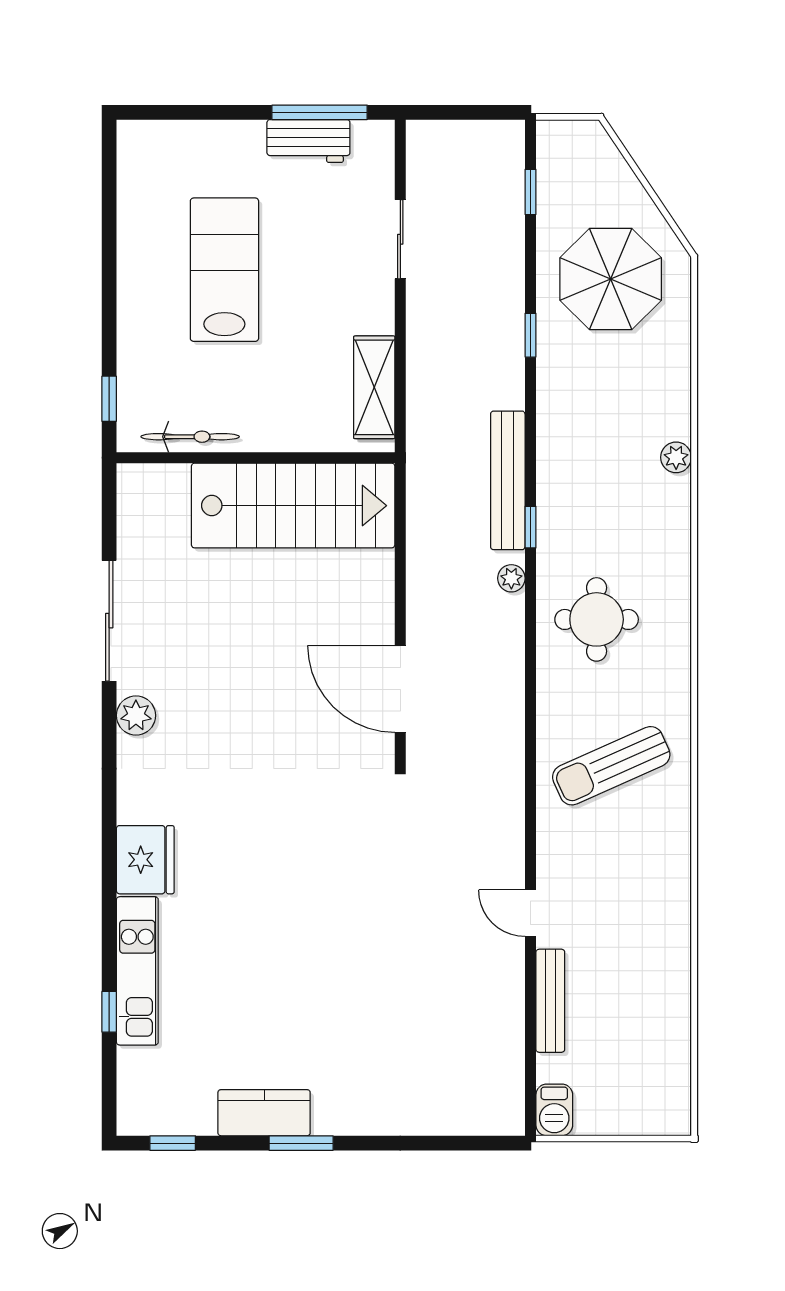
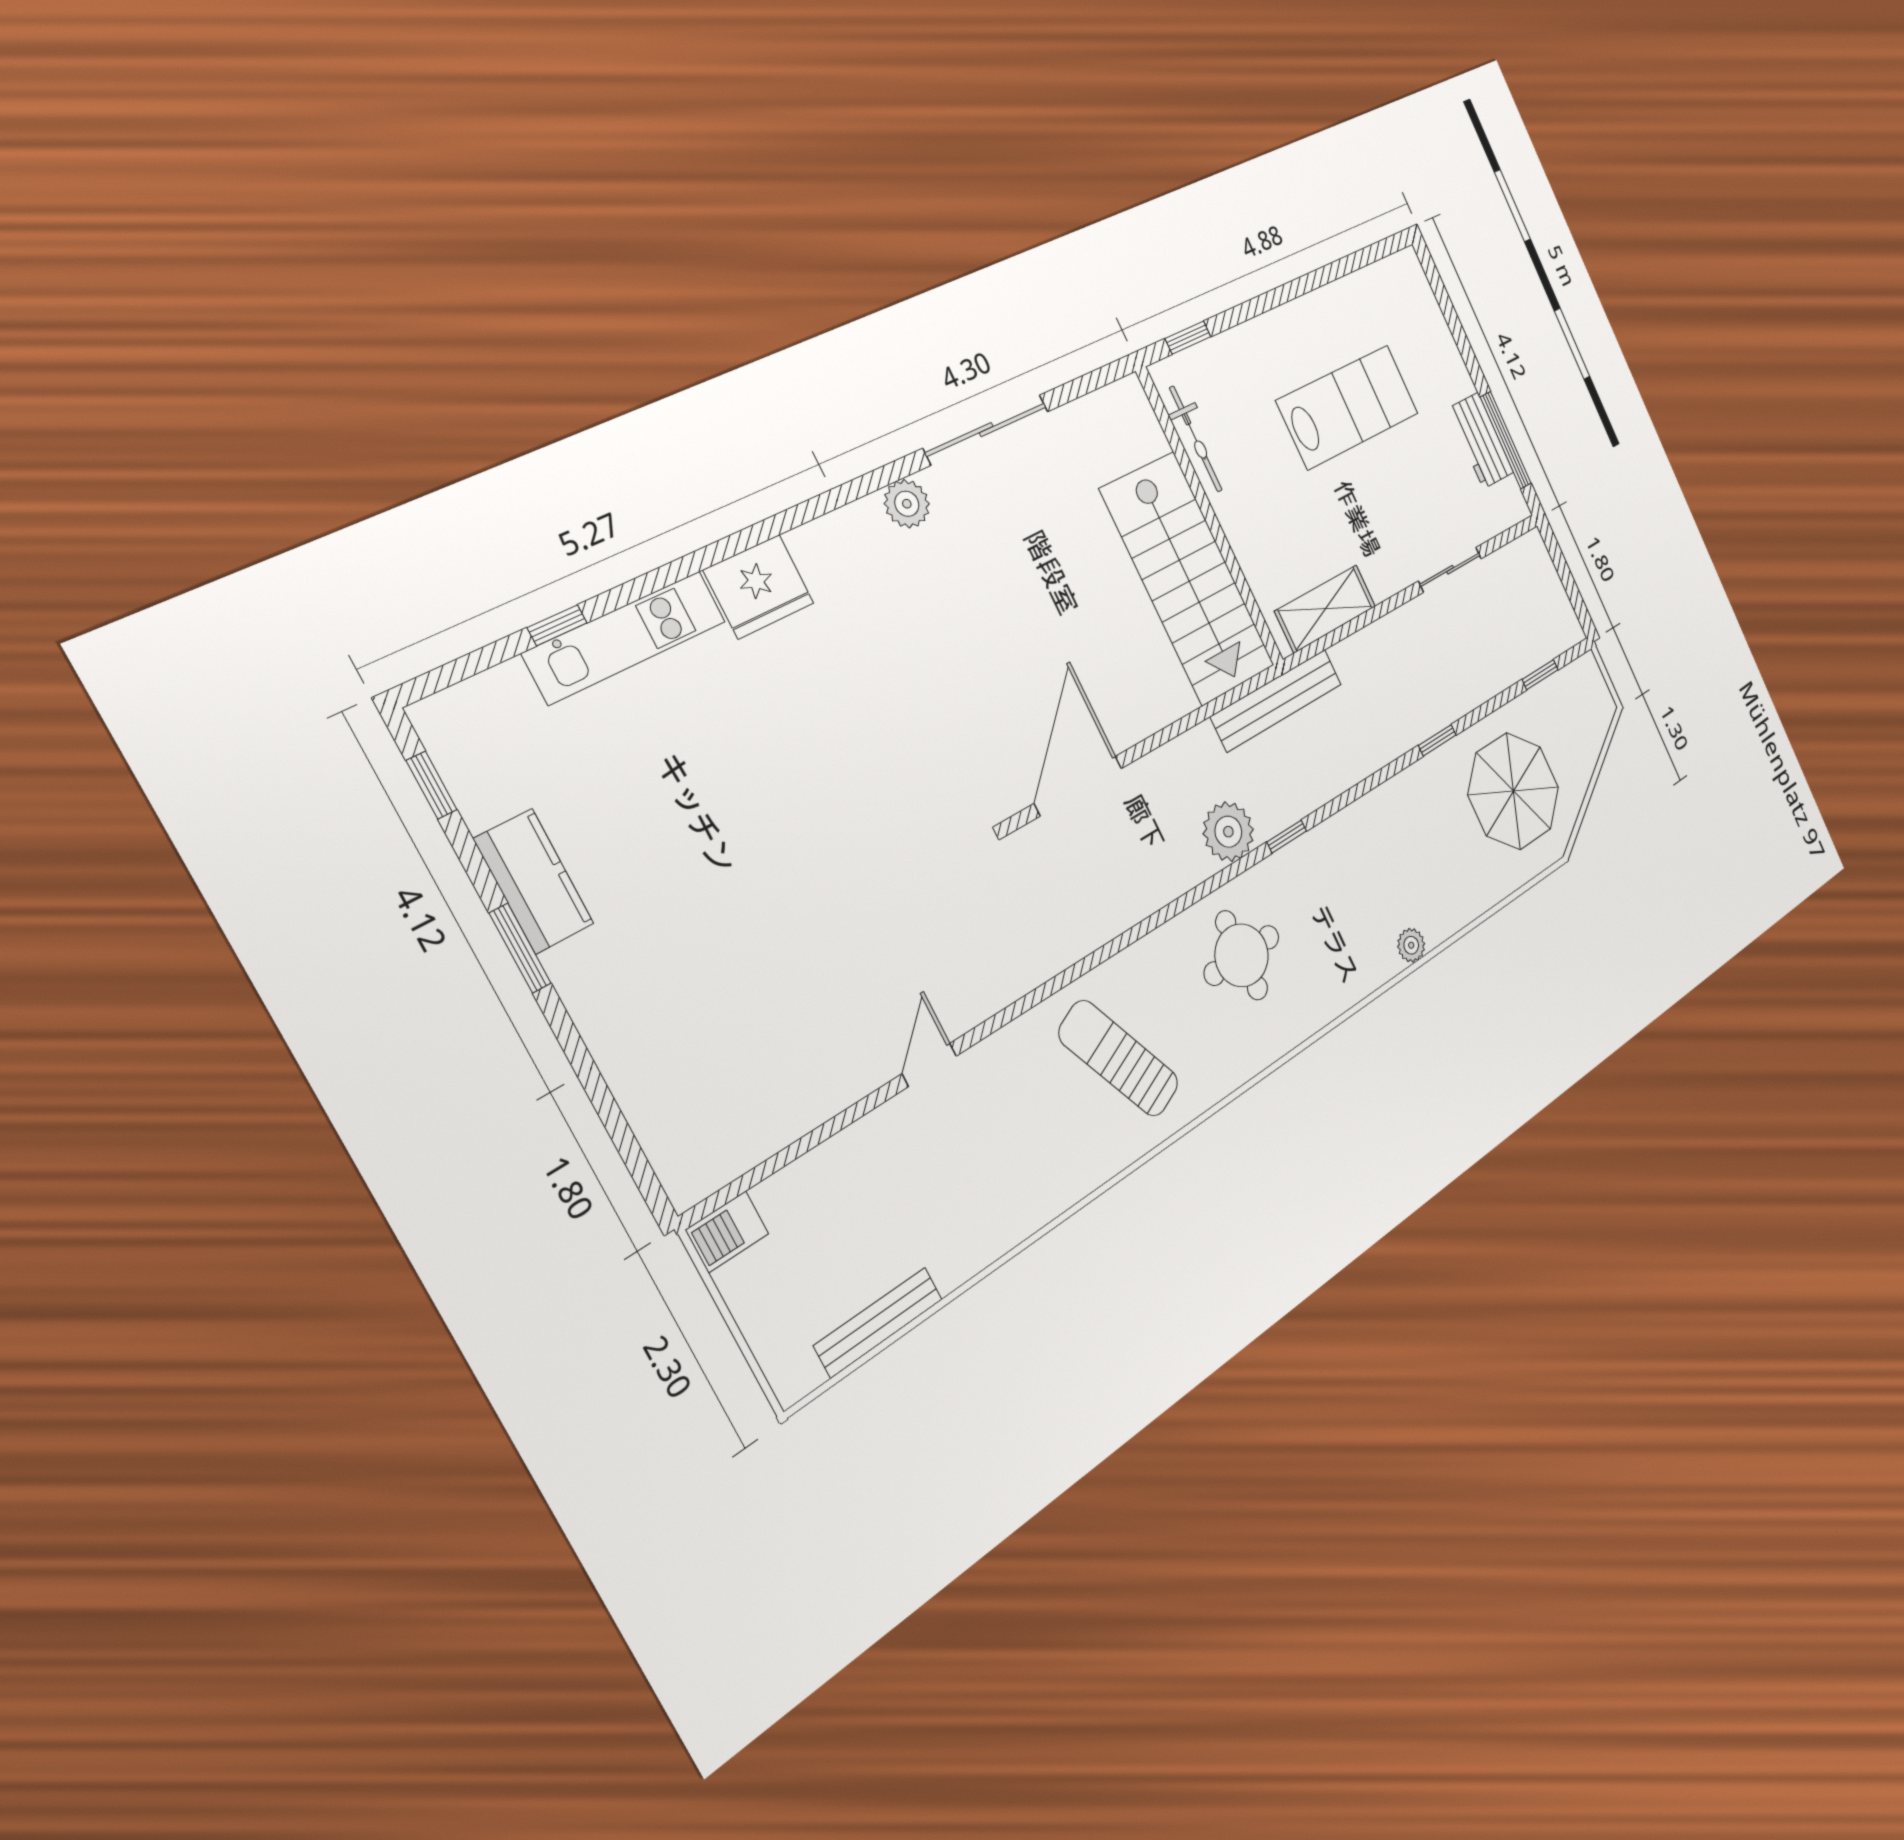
bench: (508, 480) -> (1277, 700), moved
plant: (511, 578) -> (1228, 832), width x1.87, depth x1.87
bench: (550, 1001) -> (879, 1322), moved

